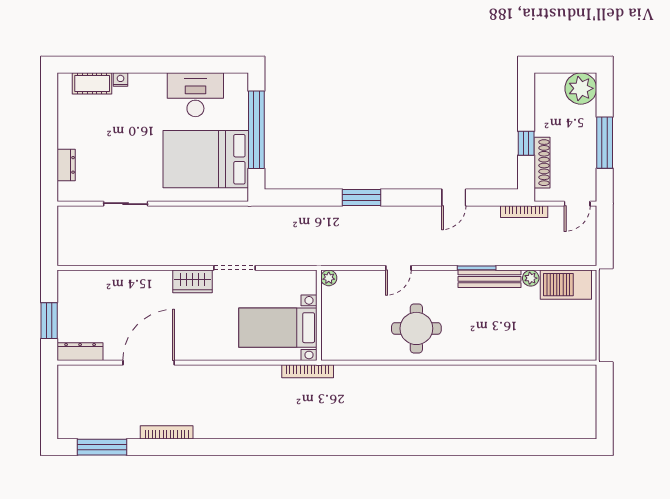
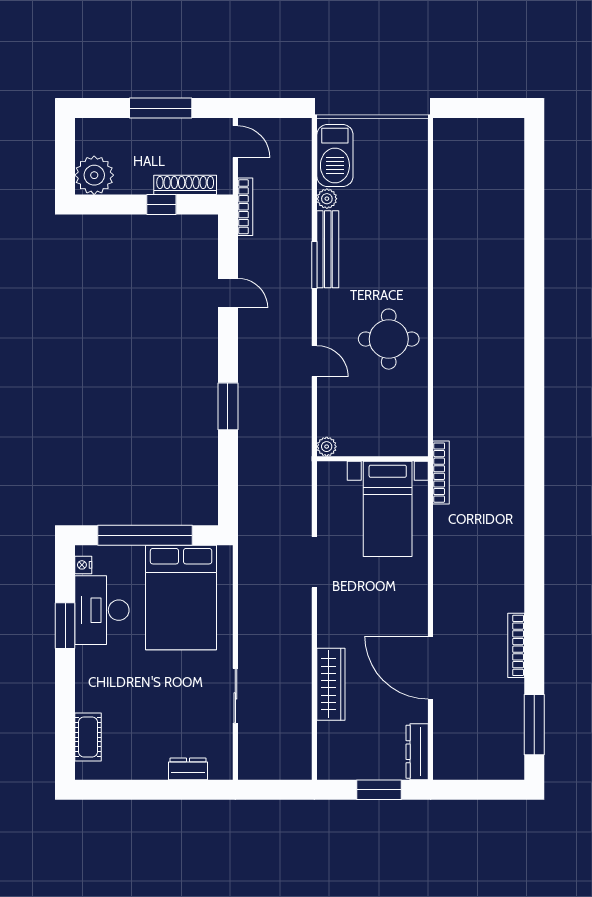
window: (183, 65) -> (65, 626), added
nightstand: (121, 80) -> (83, 565), moved
plant: (581, 88) -> (94, 175), moved
wardrobe: (193, 281) -> (331, 684), moved, width x1.50

